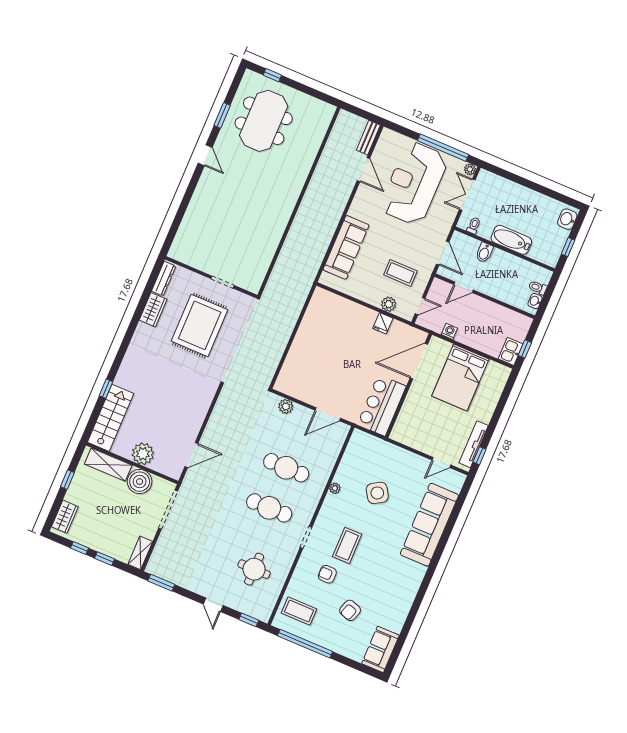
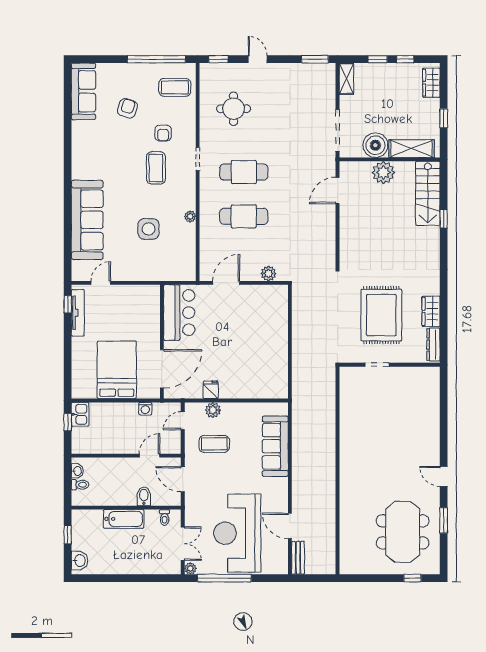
reception desk: (414, 183) -> (237, 533), turned 180
side table: (377, 493) -> (149, 229), turned 32
armchair: (327, 574) -> (163, 133), turned 90
sofa: (380, 649) -> (83, 91), width x1.36

